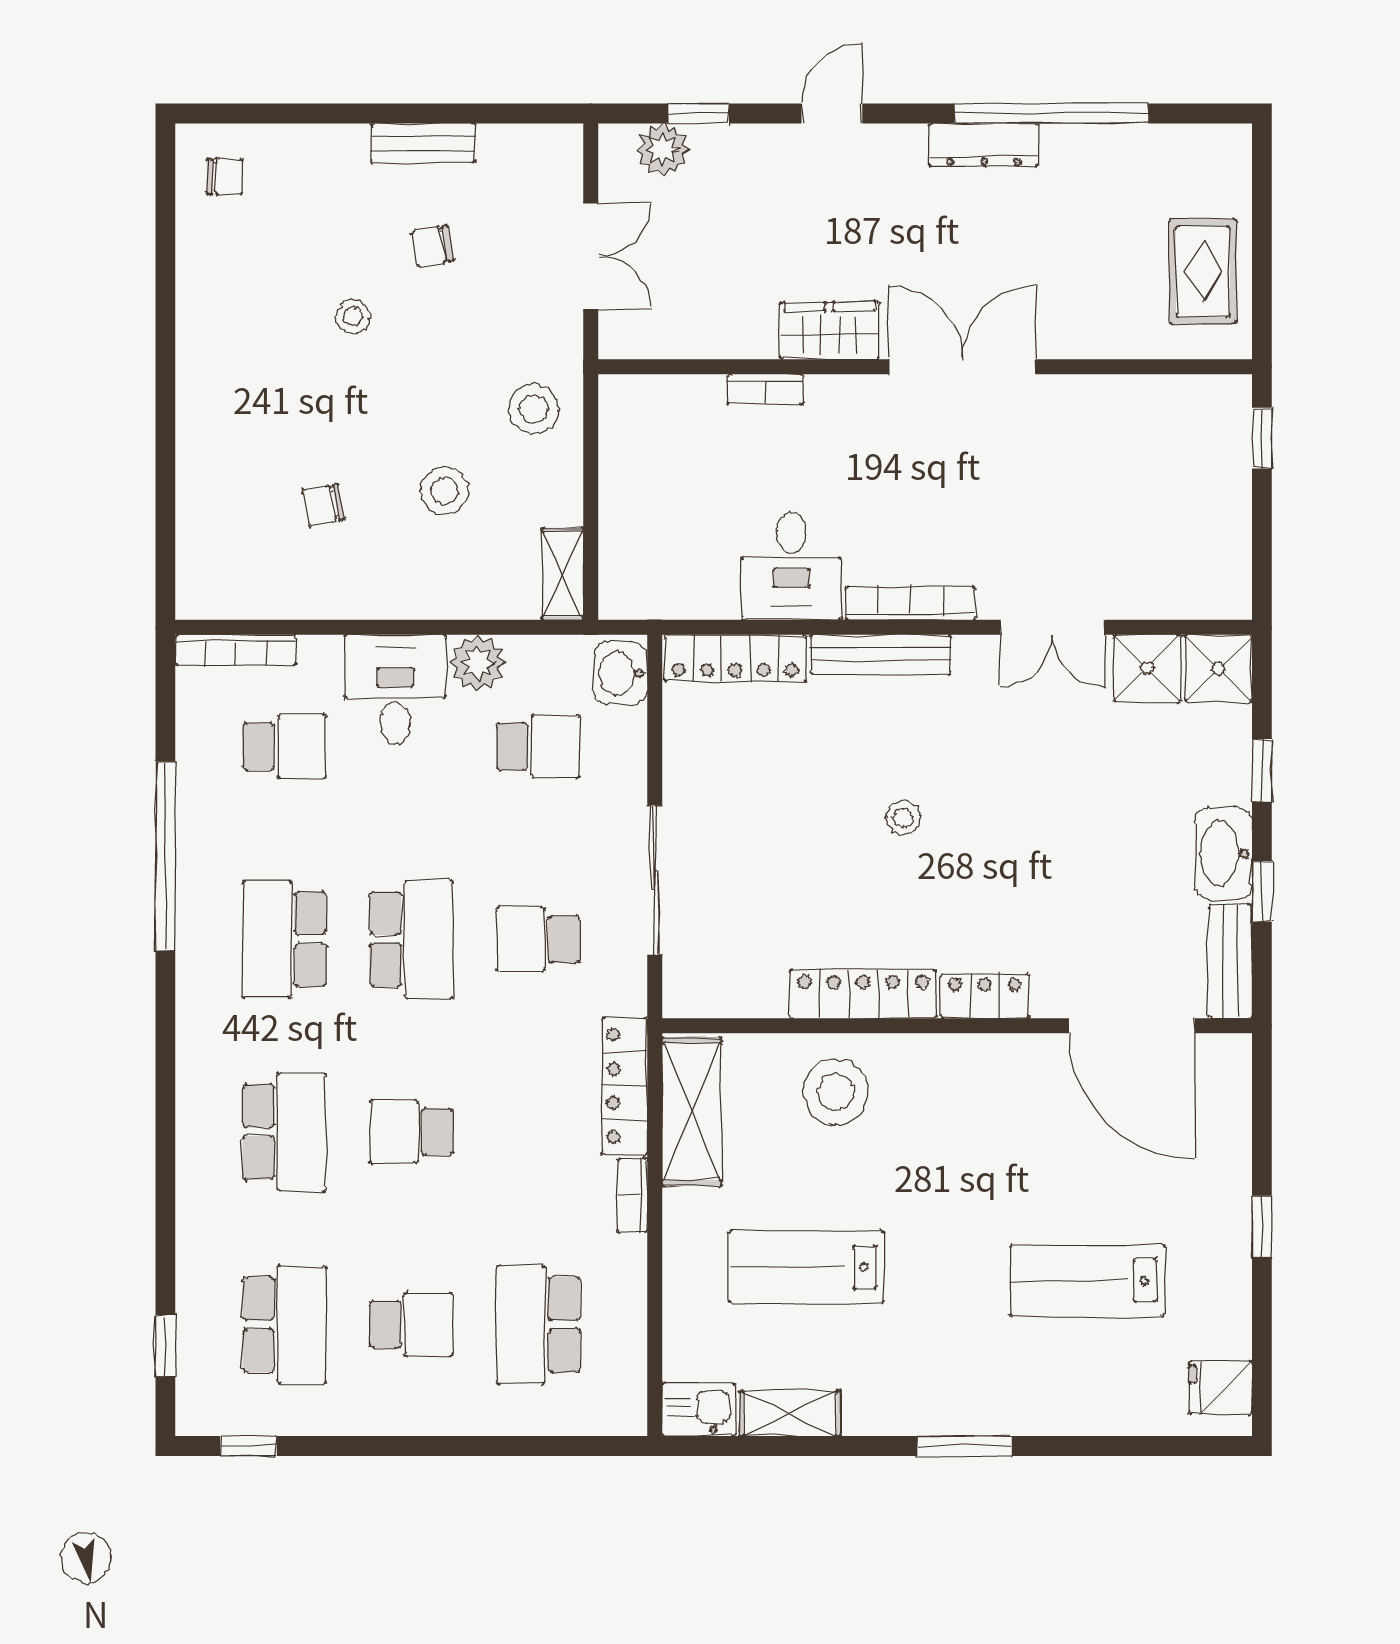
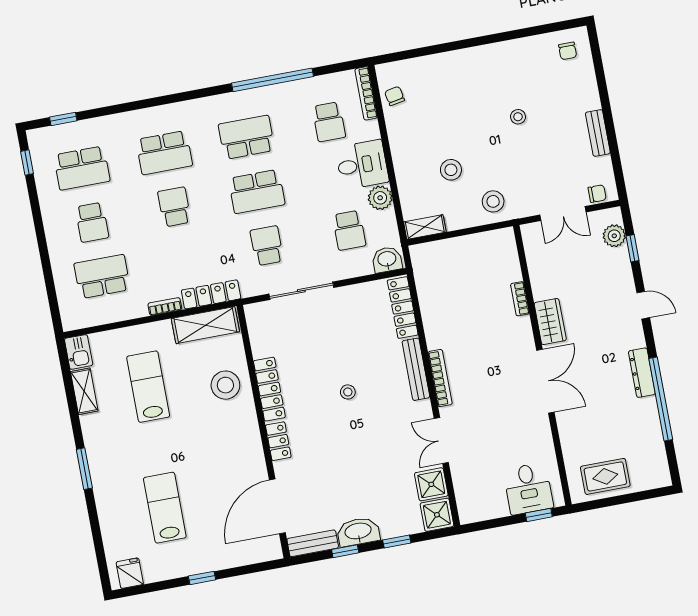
chair: (433, 246) -> (597, 194), moved, turned 100
chair: (323, 505) -> (395, 96), moved
desk: (792, 566) -> (528, 489), moved, turned -90

